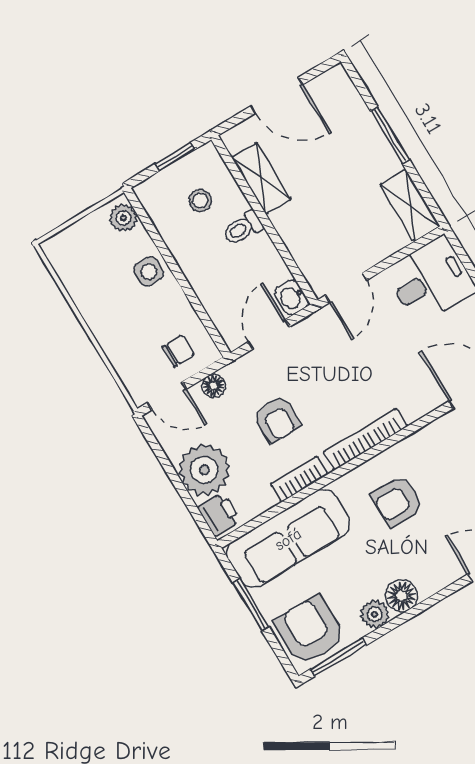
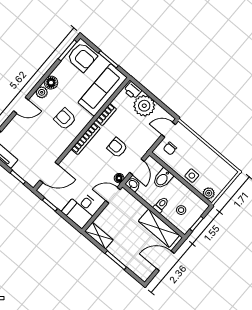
shelving: (261, 178) -> (159, 228), width x1.50, depth x1.33
bidet: (218, 287) -> (163, 179), added
door: (346, 288) -> (113, 195), hinge flipped
floor lamp: (213, 386) -> (119, 178), moved
armchair: (277, 419) -> (117, 148), moved
armchair: (397, 501) -> (65, 119), turned -86
plant: (375, 614) -> (42, 92), moved

